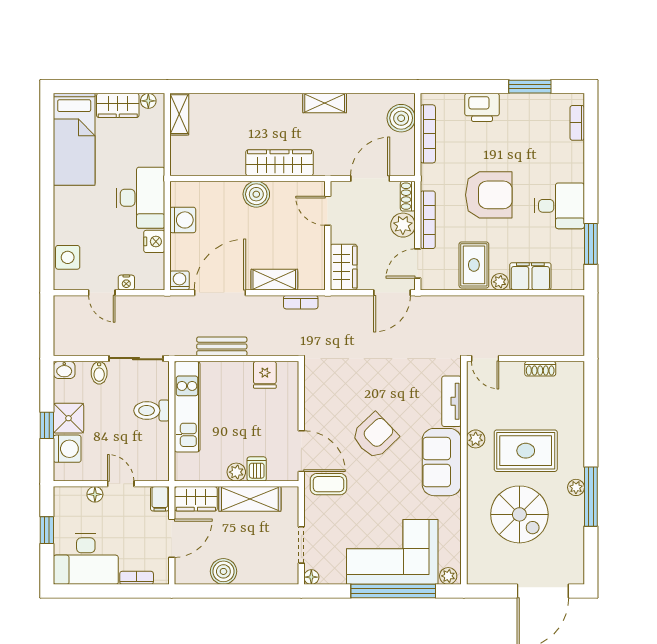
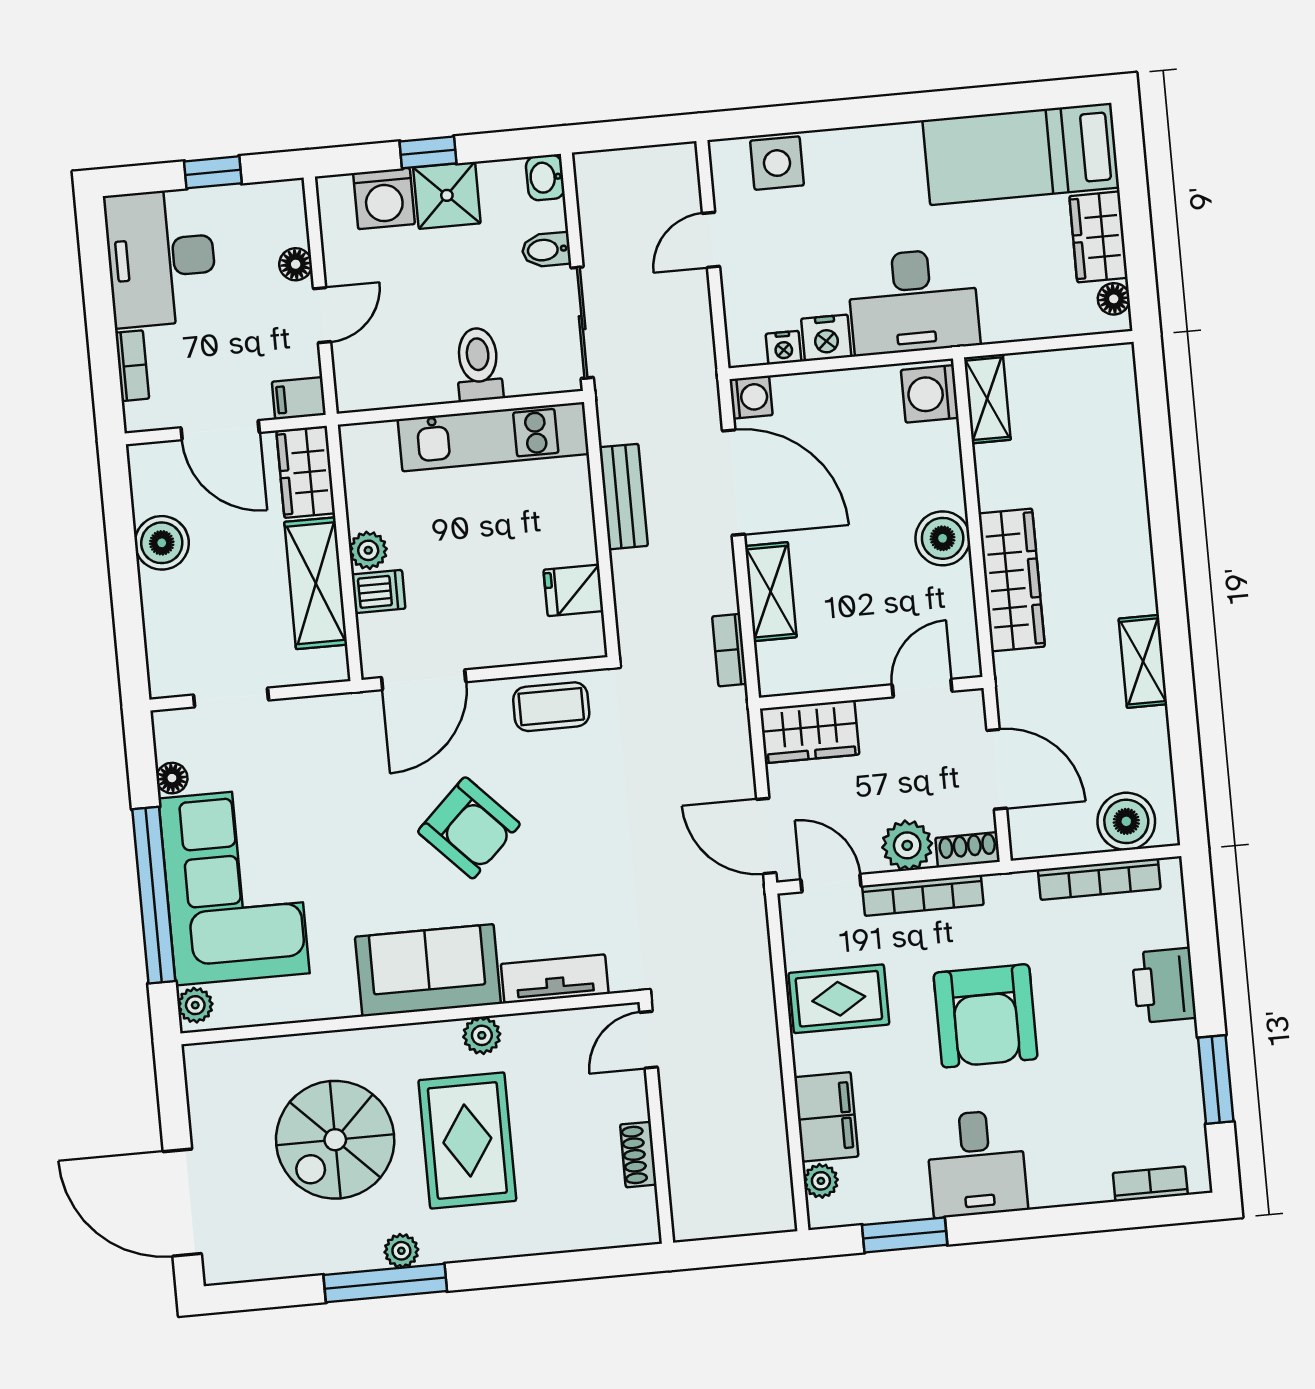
shelving: (179, 114) -> (987, 399), moved, turned 90
washing machine: (183, 220) -> (930, 394), moved, turned 90
plant: (500, 282) -> (821, 1181), moved
nightstand: (126, 283) -> (784, 348), moved, turned -90
coffee table: (328, 484) -> (551, 707), moved, turned 90
floor lamp: (311, 577) -> (172, 778), moved

